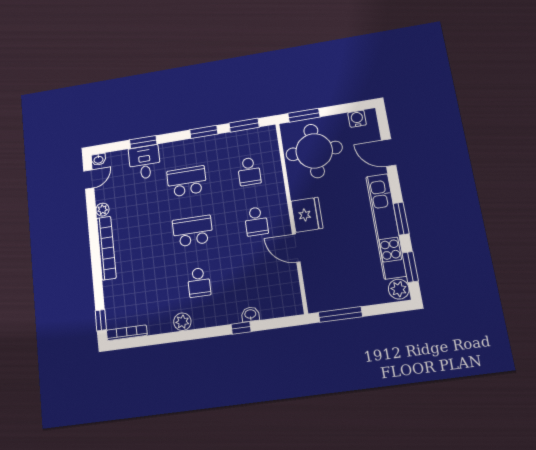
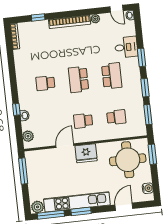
window: (143, 142) -> (142, 57), moved
school desk: (249, 171) -> (116, 117), turned 180
school desk: (193, 231) -> (79, 79), turned 180
window: (410, 267) -> (51, 215), width x1.44
window: (101, 320) -> (38, 17), moved
plant: (182, 322) -> (28, 136), moved

